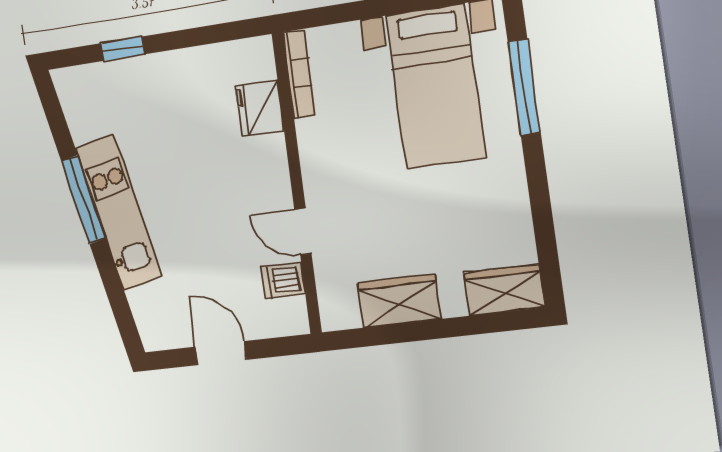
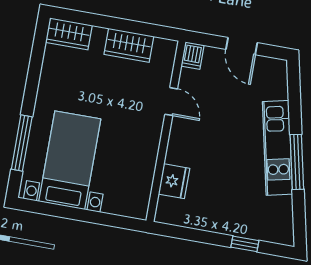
bookcase: (299, 73) -> (145, 193), removed
dishwasher: (283, 280) -> (193, 56), moved, turned 90

